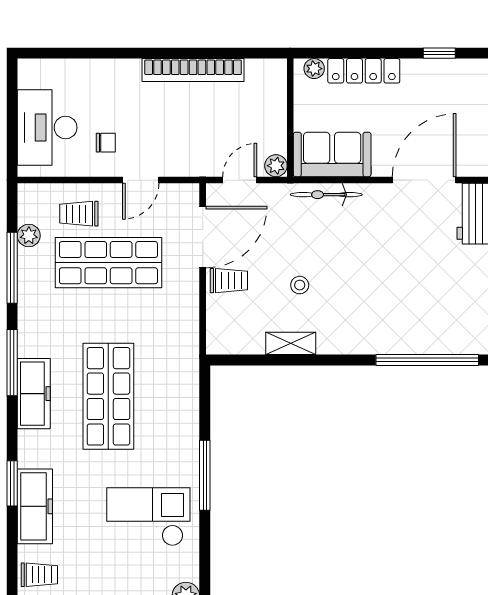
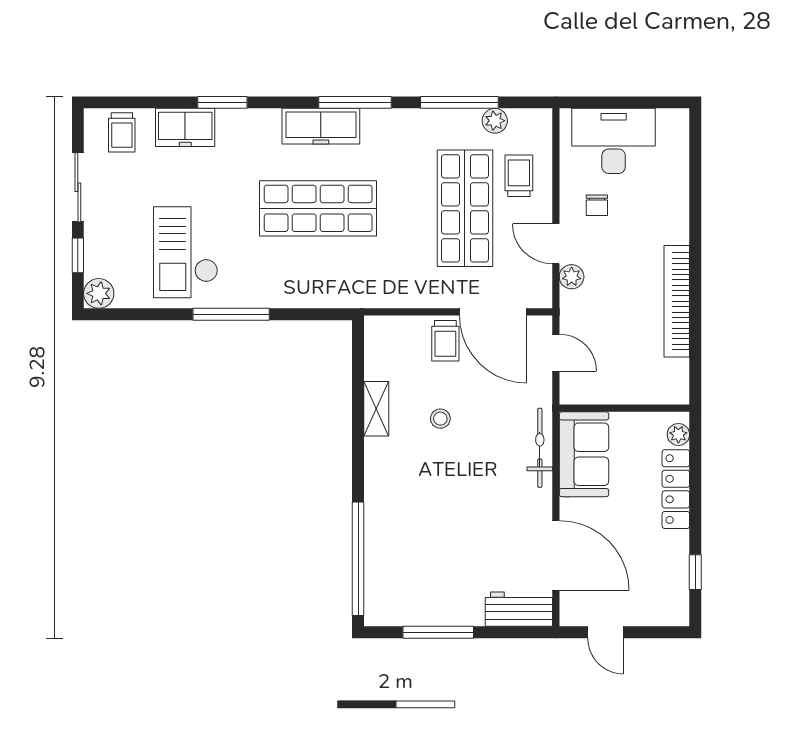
plant: (276, 166) -> (572, 277), moved
freezer: (35, 506) -> (185, 127), width x0.71
checkout: (148, 517) -> (186, 252), turned 180

